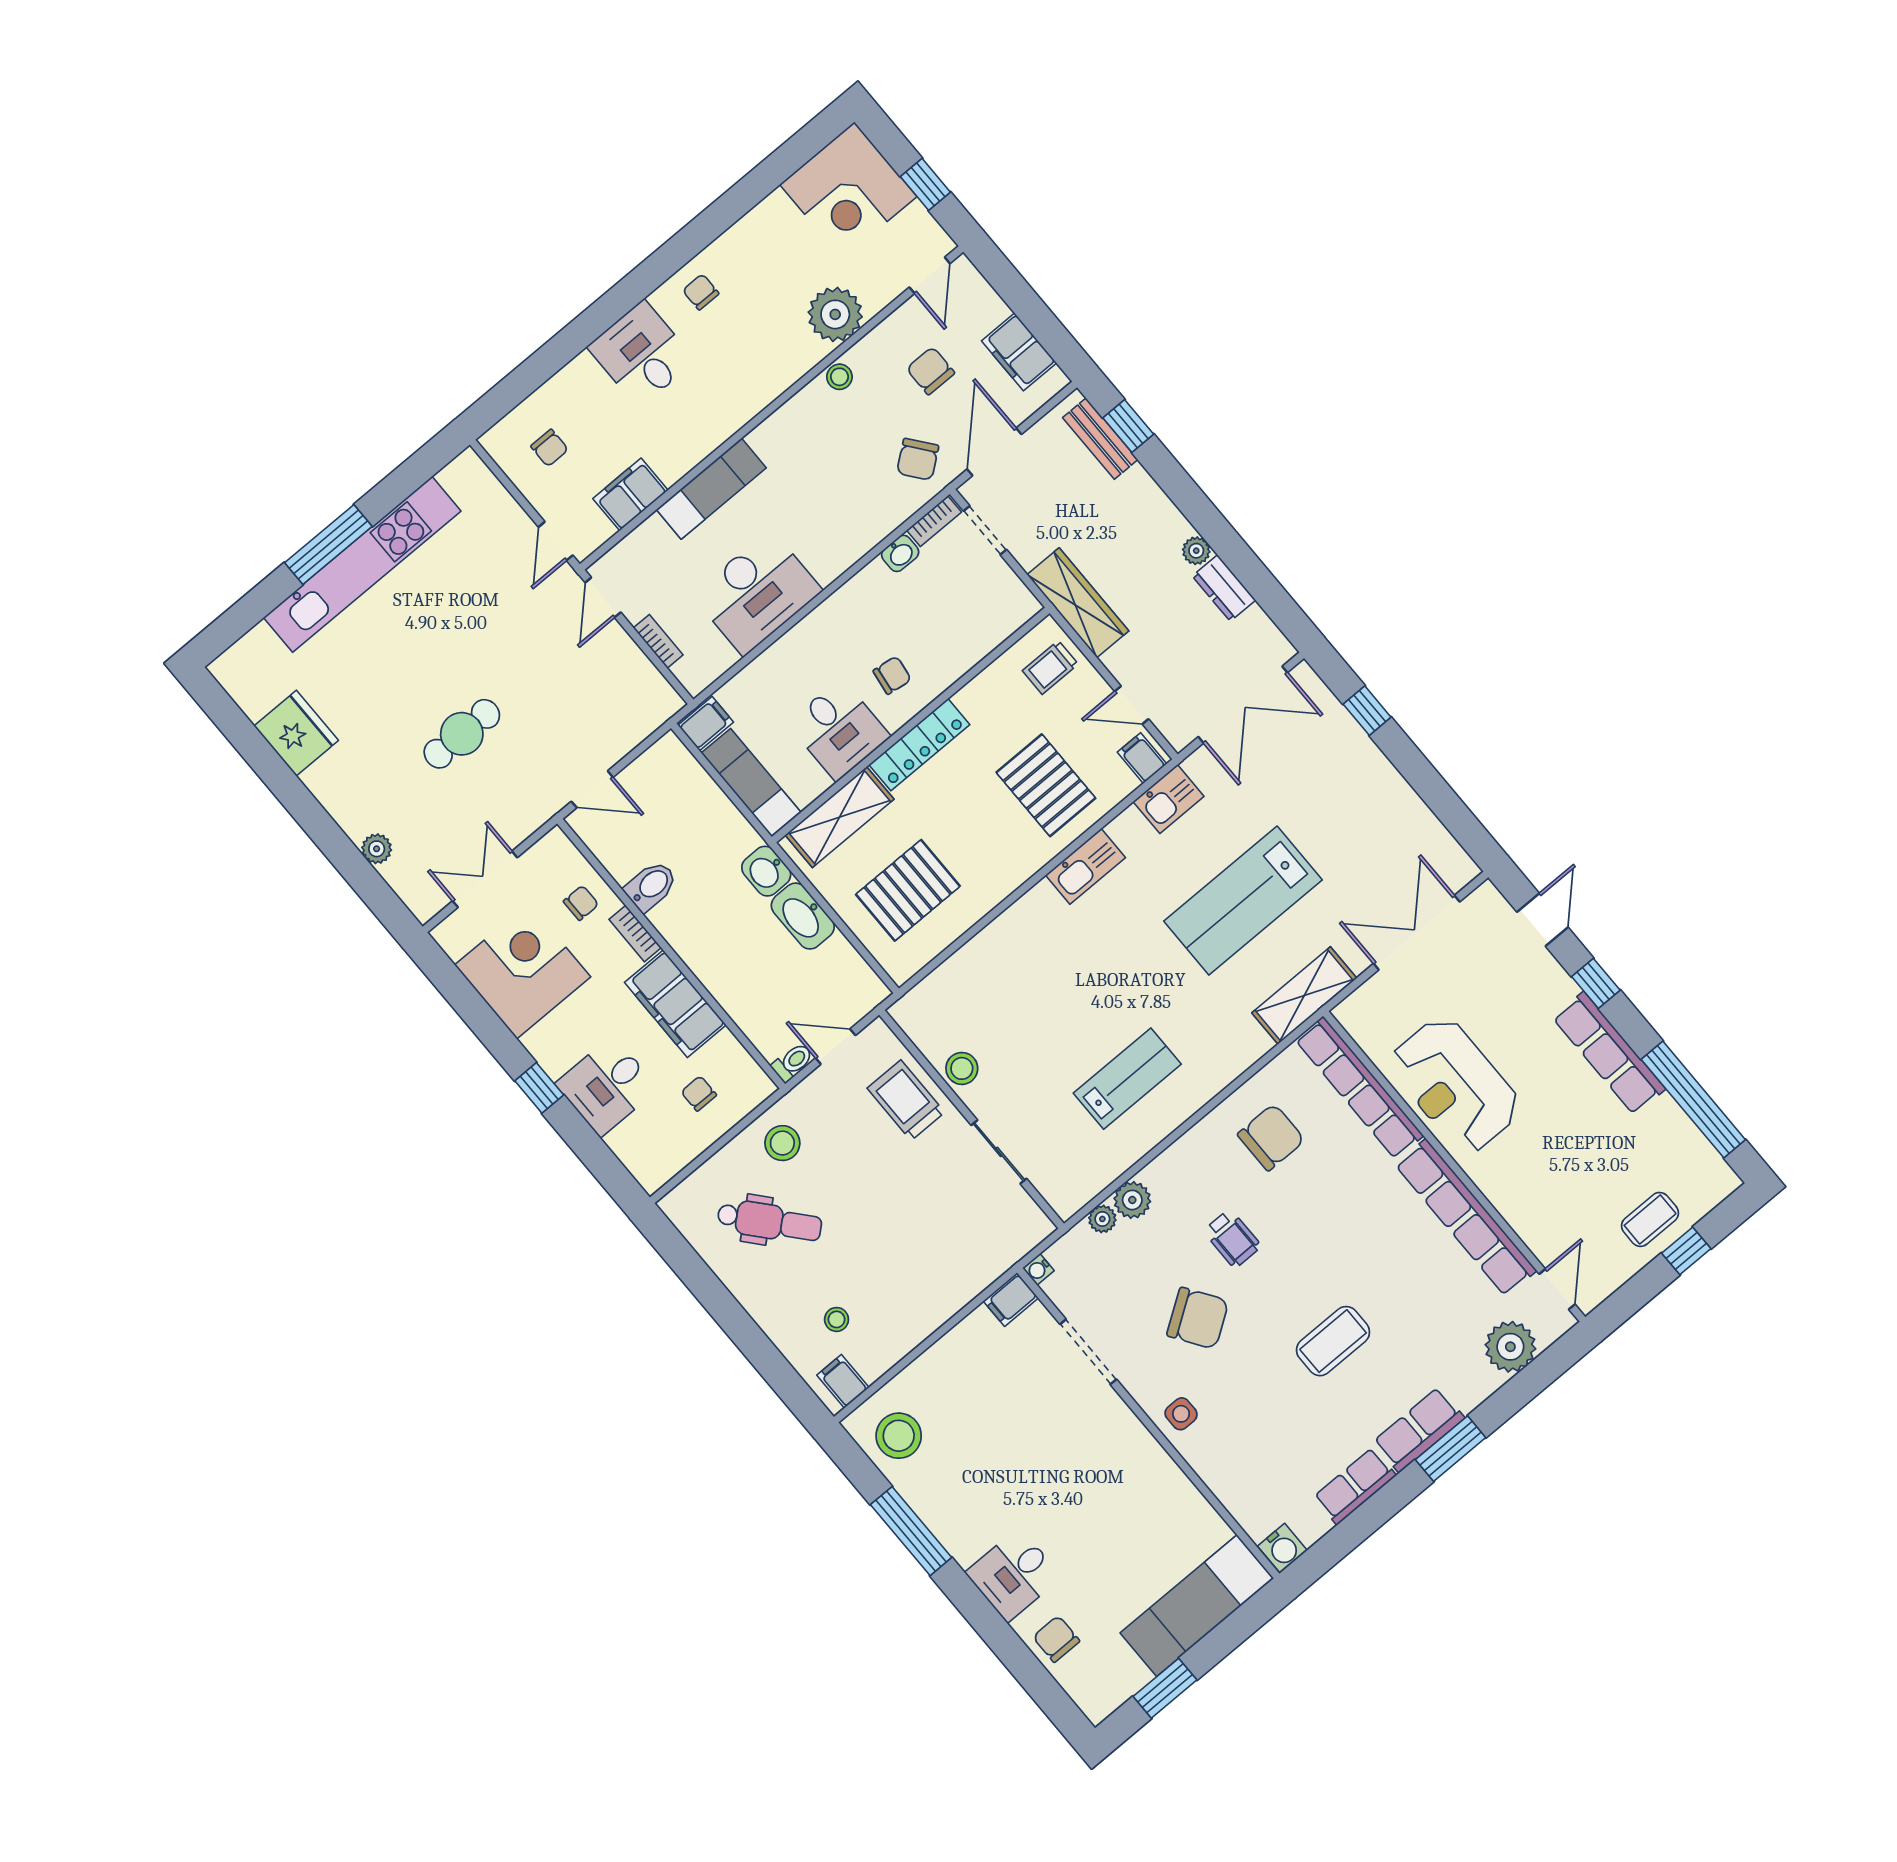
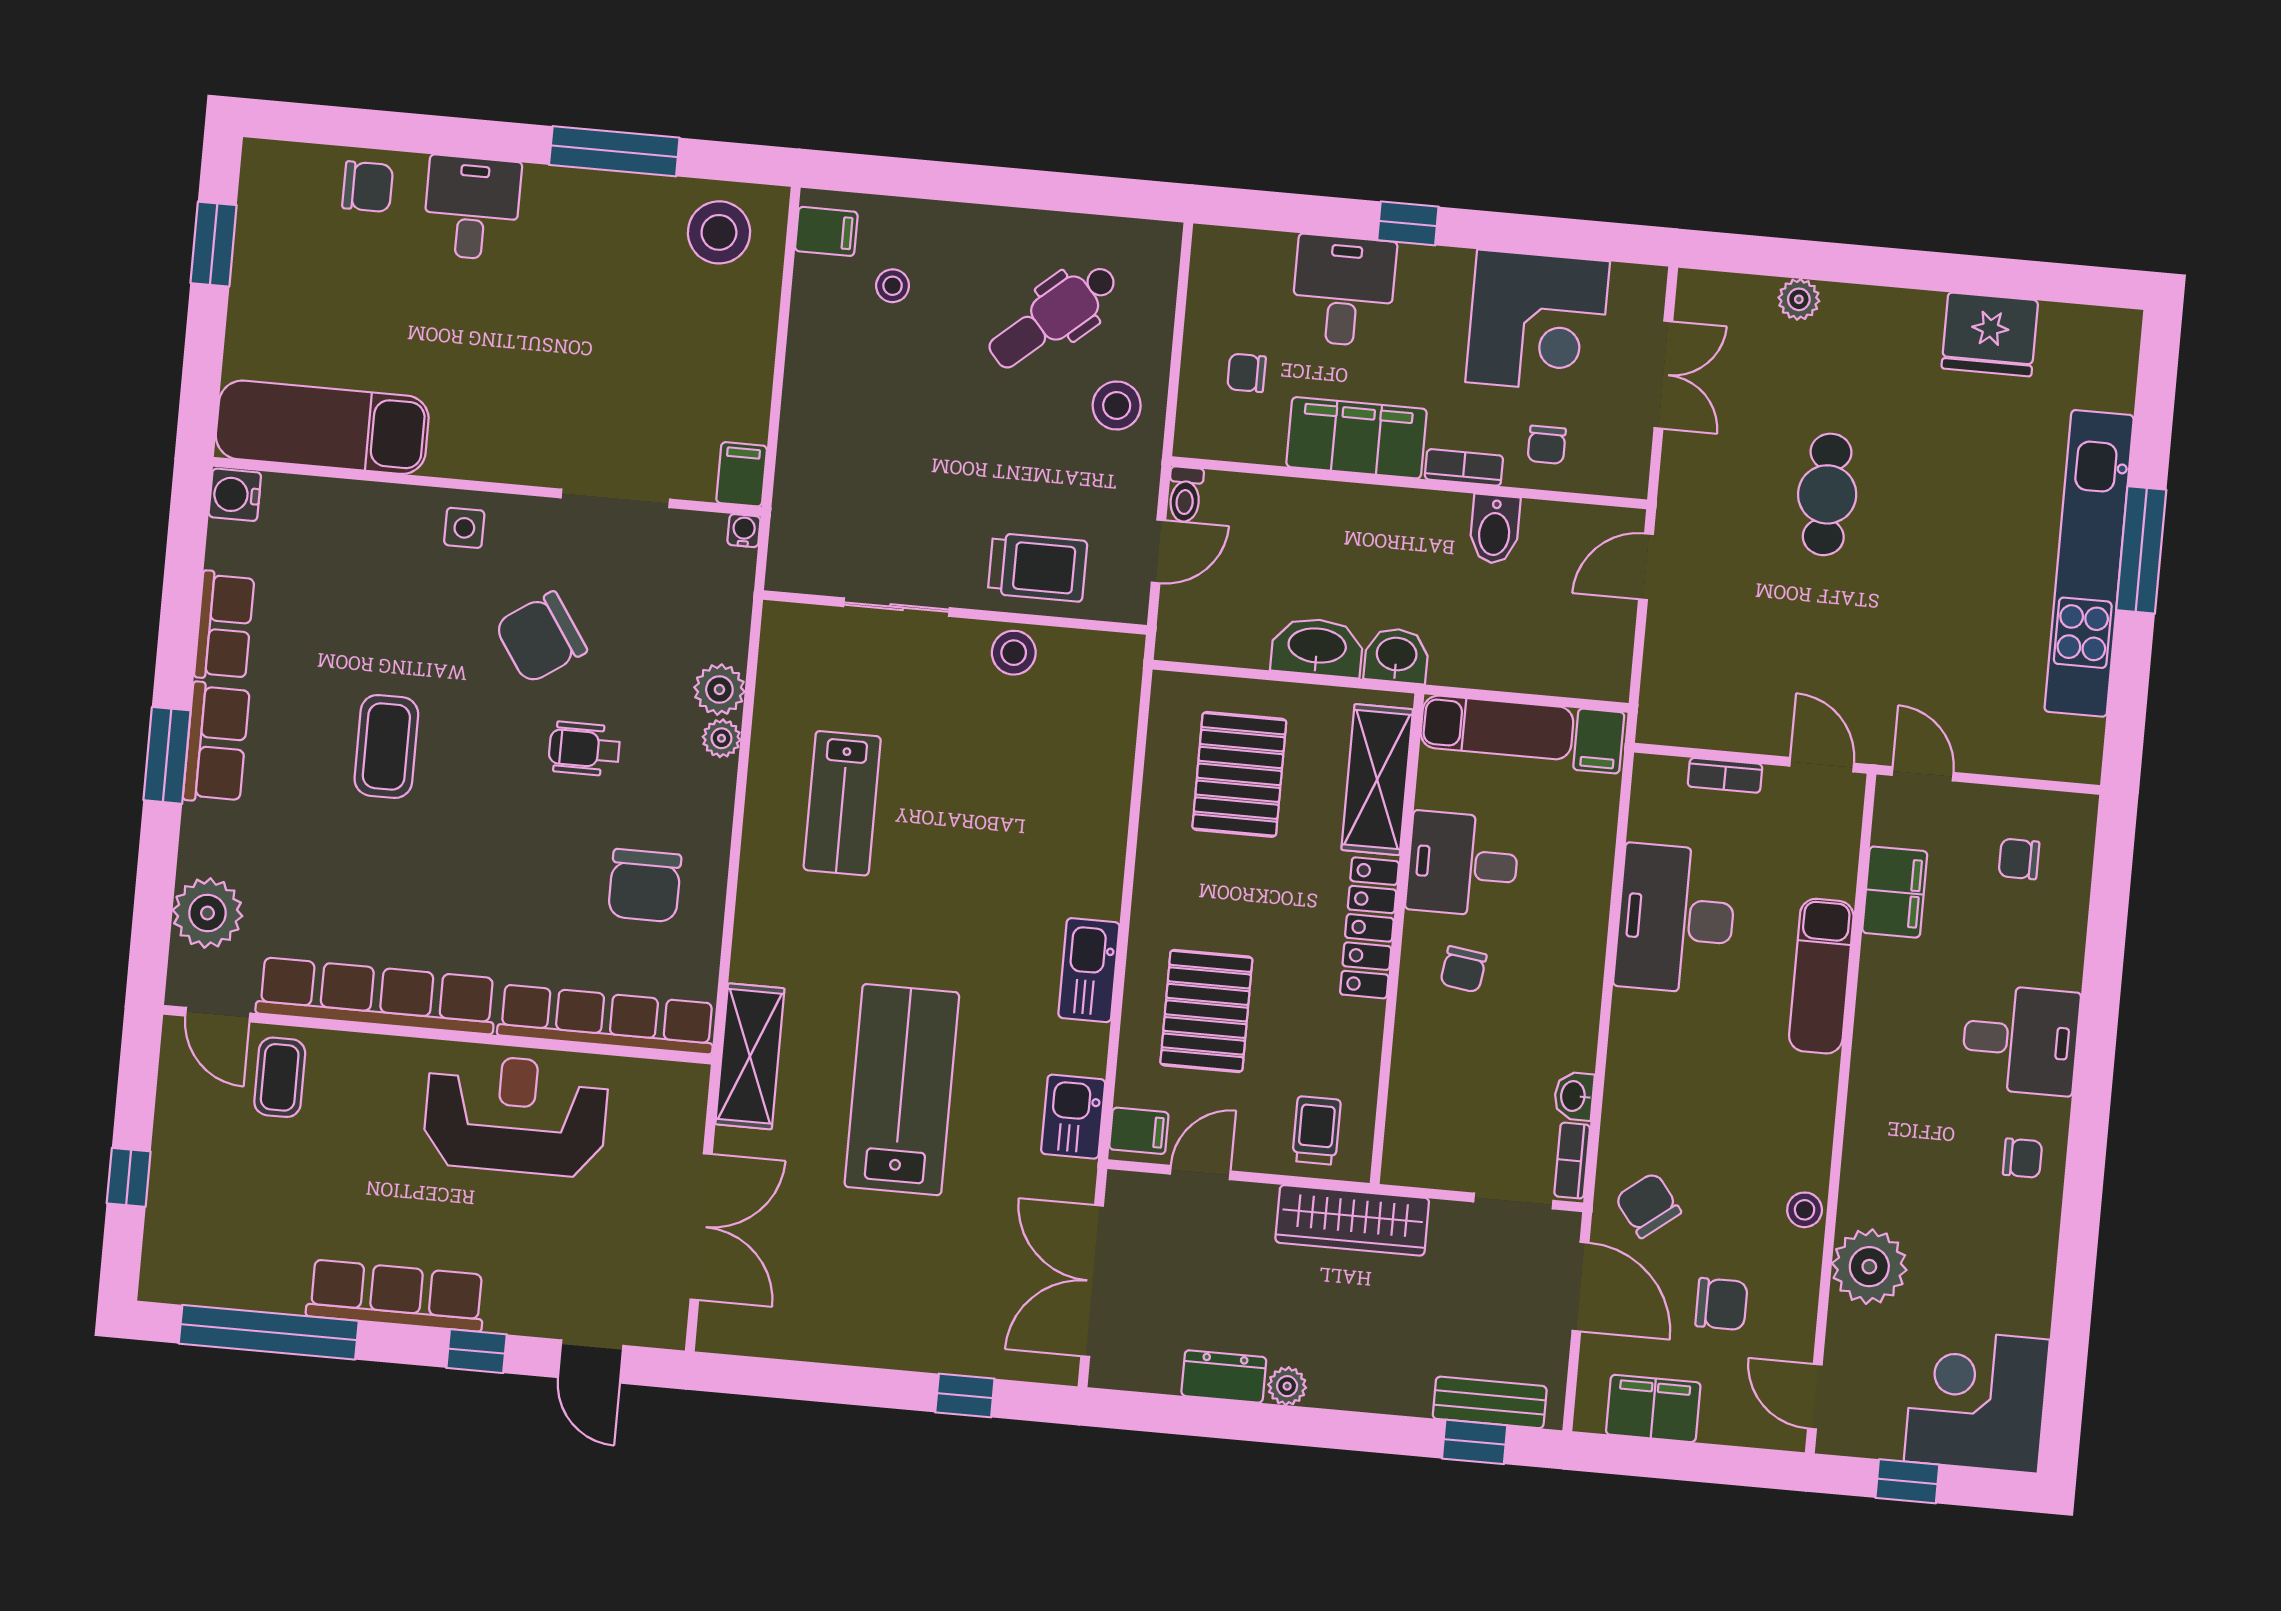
pallet: (1046, 785) -> (1206, 1011), turned 90
chair: (699, 1093) -> (1247, 373), turned 180
plant: (1102, 1219) -> (722, 738), moved
coffee table: (1650, 1219) -> (280, 1077), moved
exam couch: (1197, 1606) -> (322, 427), moved, turned -90

